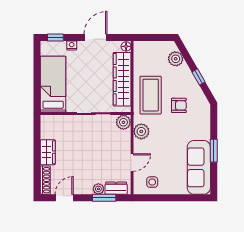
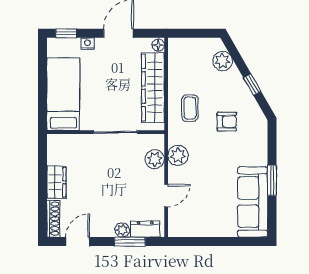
coffee table: (151, 95) -> (190, 108), width x0.54, depth x0.58
plant: (123, 122) -> (155, 159), moved
side table: (152, 182) -> (192, 221), removed

